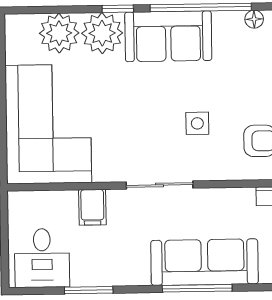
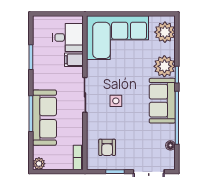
plant: (59, 33) -> (165, 32), moved
side table: (197, 123) -> (116, 101), moved
desk: (42, 258) -> (68, 37), moved, turned 180

